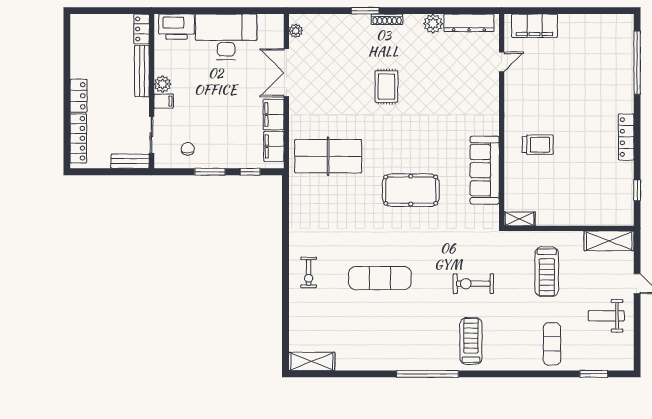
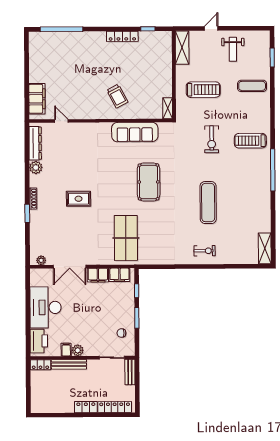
filing cabinet: (164, 101) -> (66, 350), moved
locker: (626, 137) -> (122, 36), moved
trolley: (538, 145) -> (117, 96), turned 152

